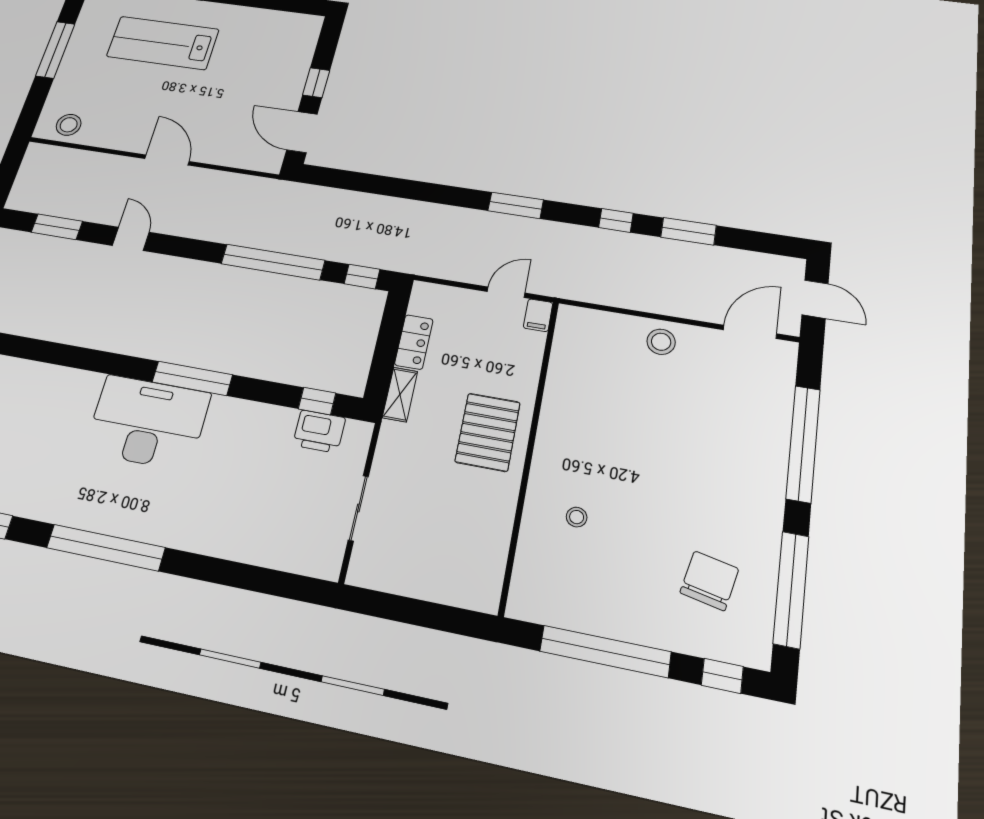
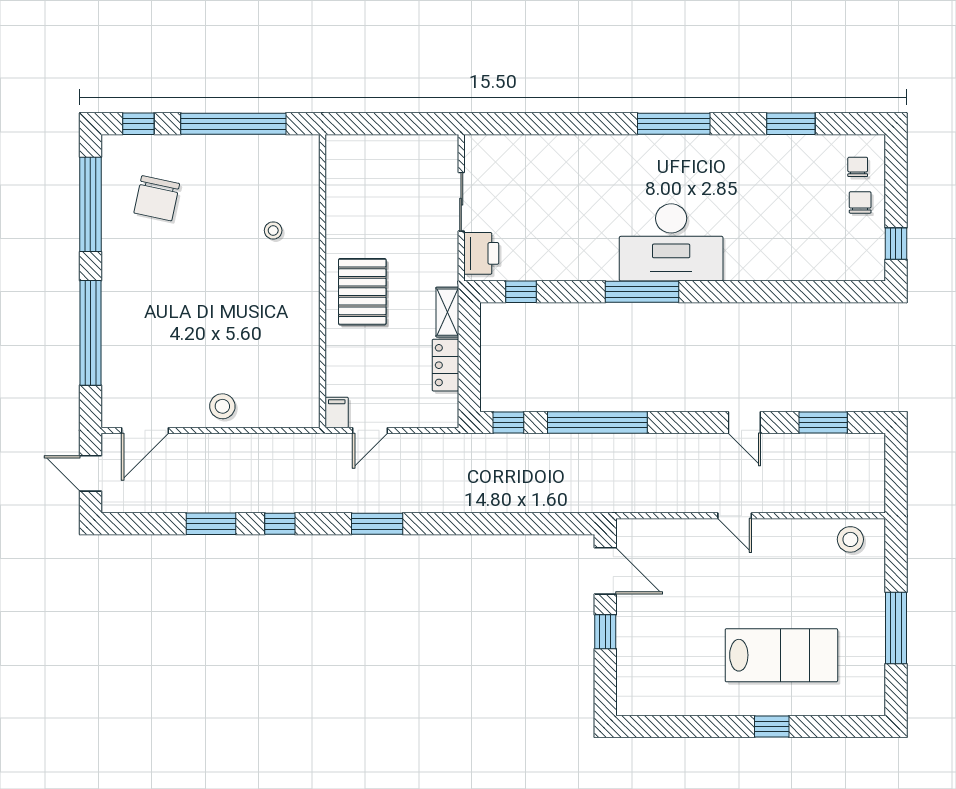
door: (167, 160) -> (735, 516), width x0.73
printer: (319, 431) -> (481, 253), moved, turned 90
window: (106, 548) -> (674, 124), width x0.68

